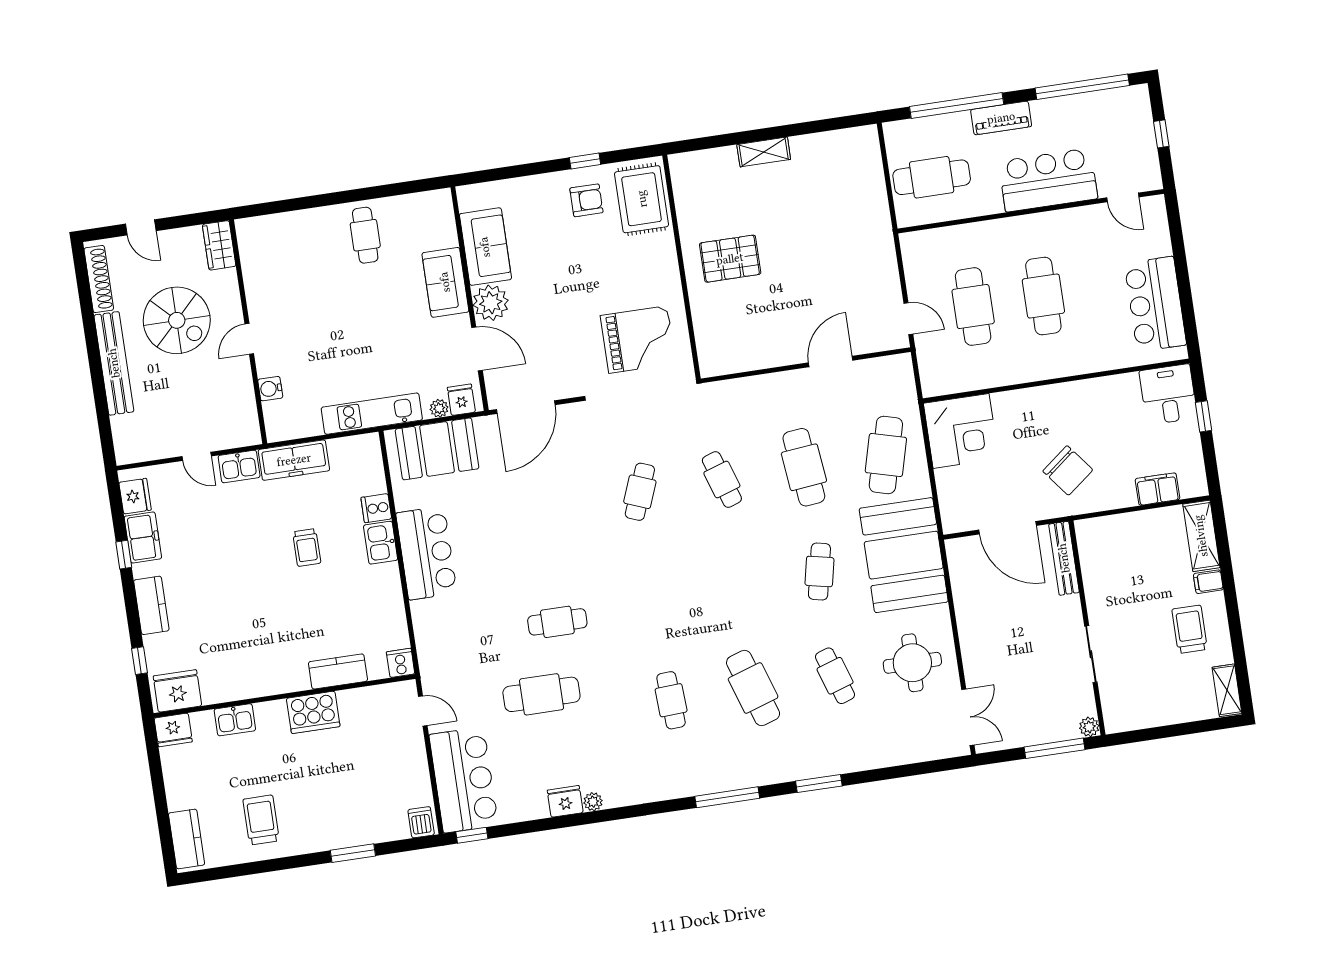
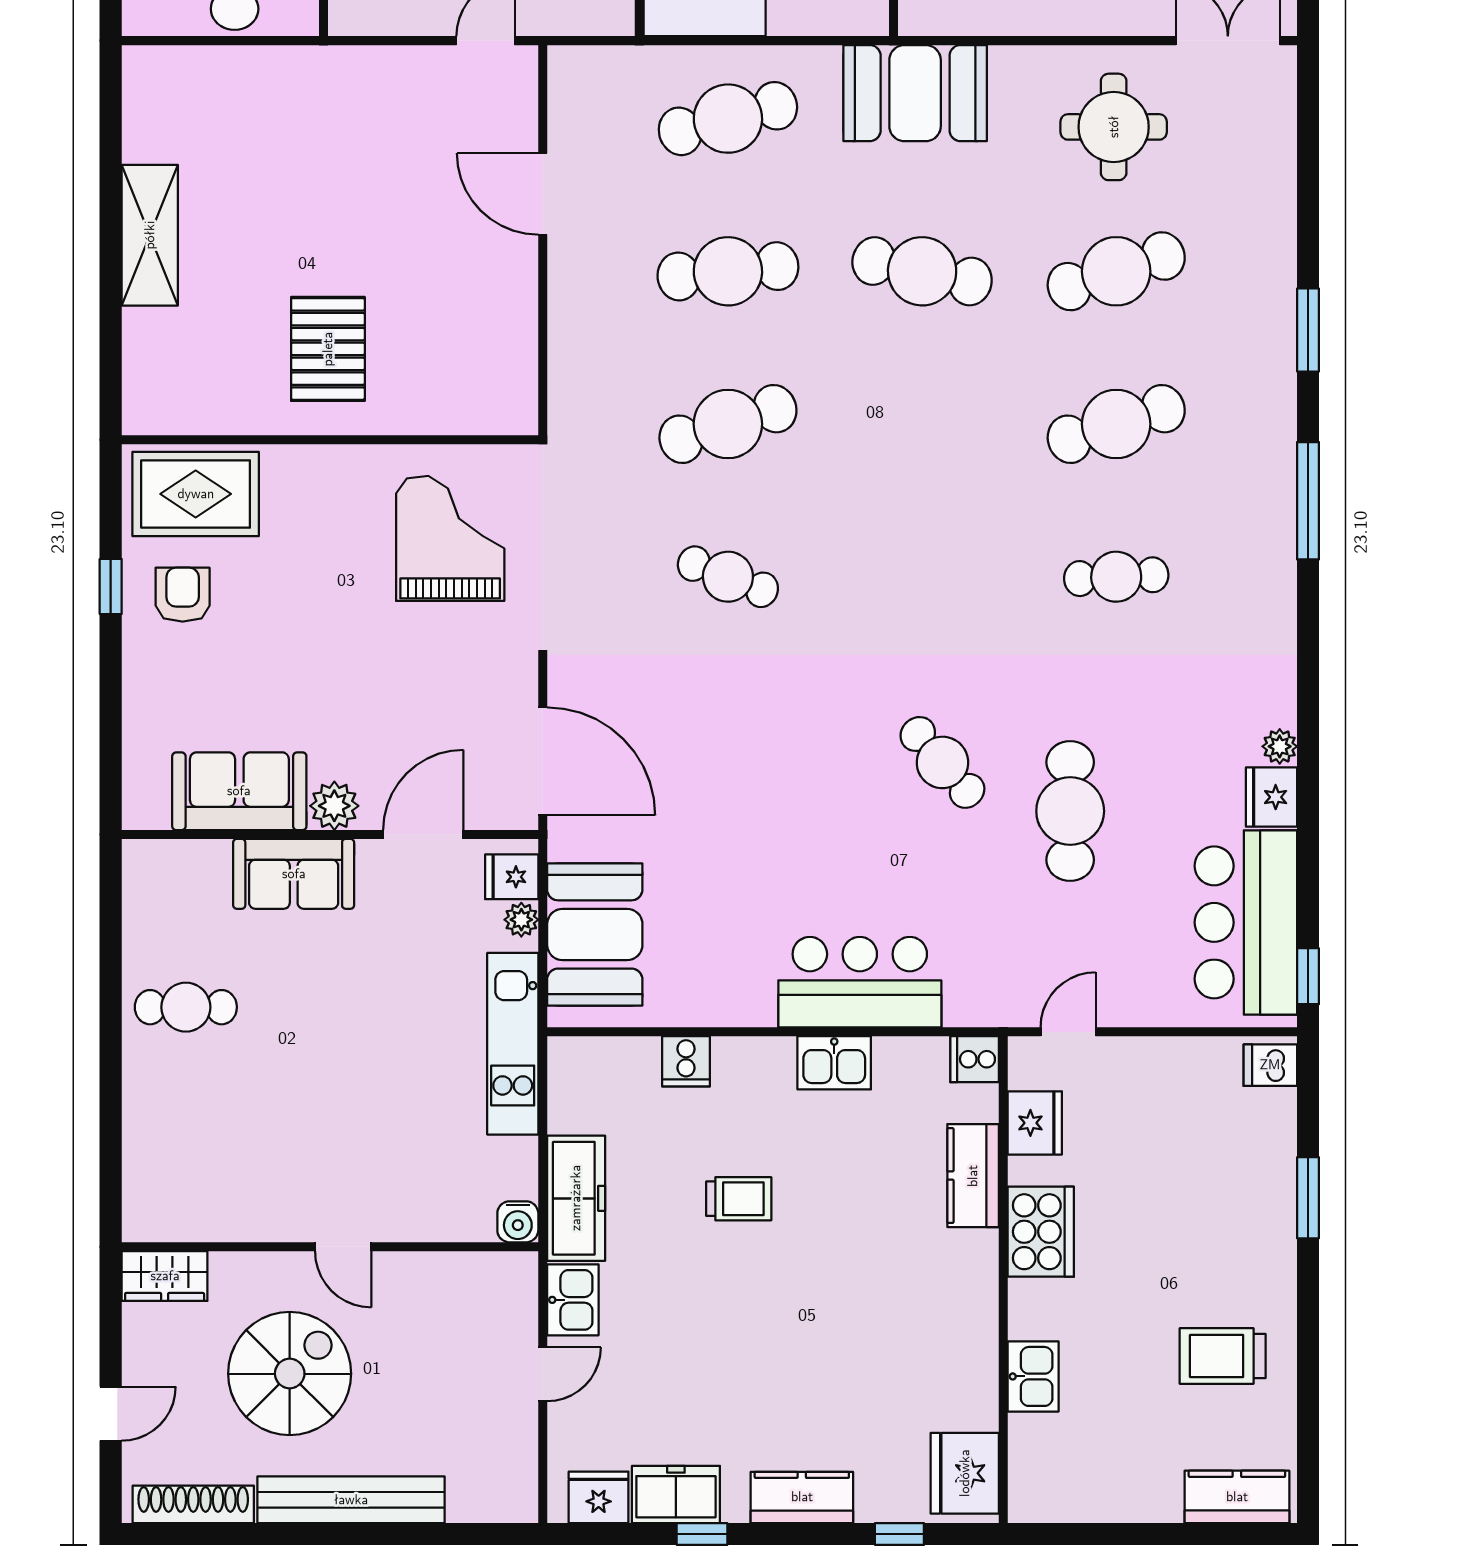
shelving: (764, 152) -> (150, 235), width x1.50, depth x1.33
plant: (491, 303) -> (334, 806), width x0.73, depth x0.73
water cooler: (270, 389) -> (518, 1222), moved
cafe table: (886, 455) -> (728, 119), turned -30
cafe table: (722, 479) -> (728, 424), width x1.37, depth x1.35
kitchen sink: (381, 543) -> (834, 1063), moved
bar counter: (426, 553) -> (860, 982), moved
booth: (904, 555) -> (915, 93), width x0.73, depth x0.70
cafe table: (819, 571) -> (922, 271), width x1.37, depth x1.35
cafe table: (557, 622) -> (942, 762), turned -41
cafe table: (835, 676) -> (1116, 271), width x1.37, depth x1.35
fridge: (173, 730) -> (1035, 1123), moved
bar counter: (464, 780) -> (1246, 922), moved, turned -90

